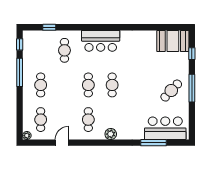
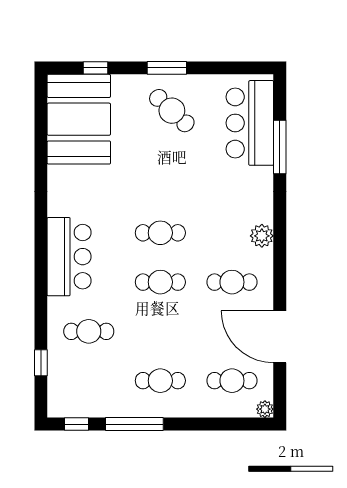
booth: (173, 41) -> (79, 119), width x1.36, depth x1.42
window: (192, 88) -> (167, 68), width x0.69
door: (62, 143) -> (280, 337), width x1.88

